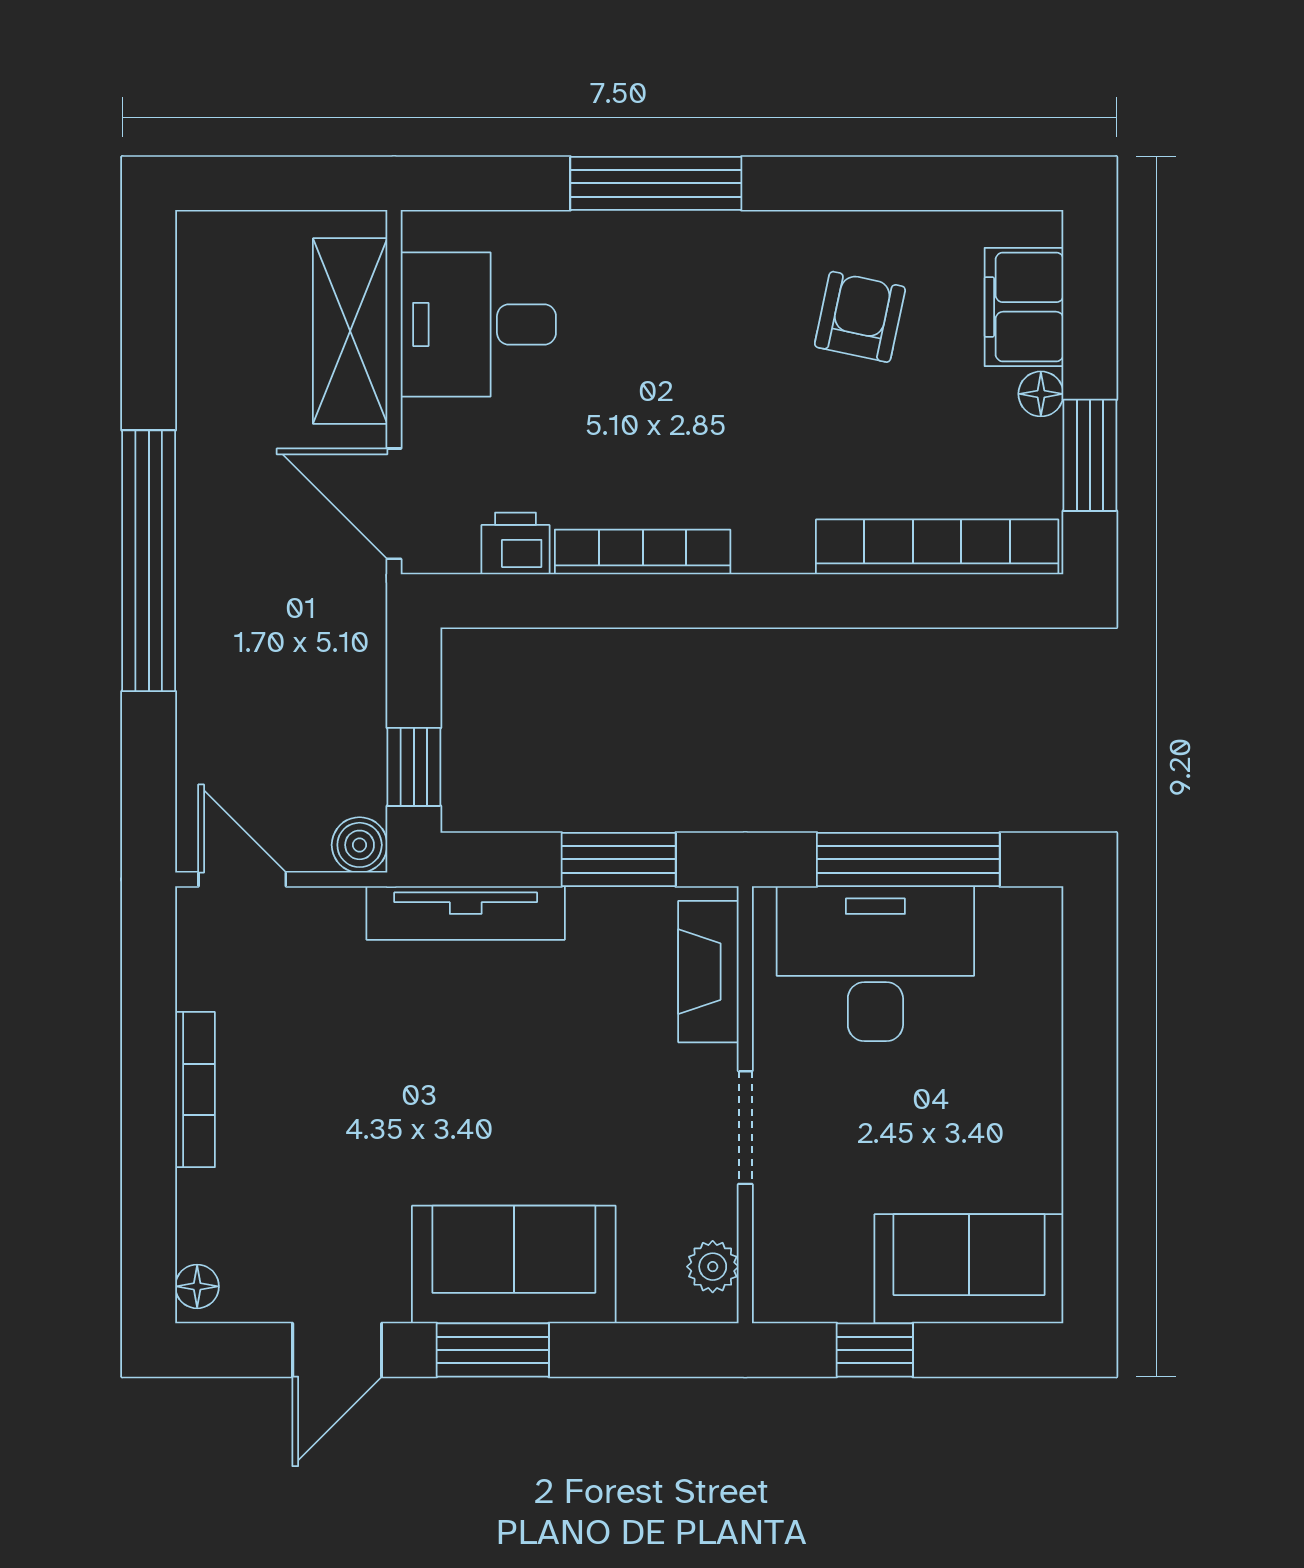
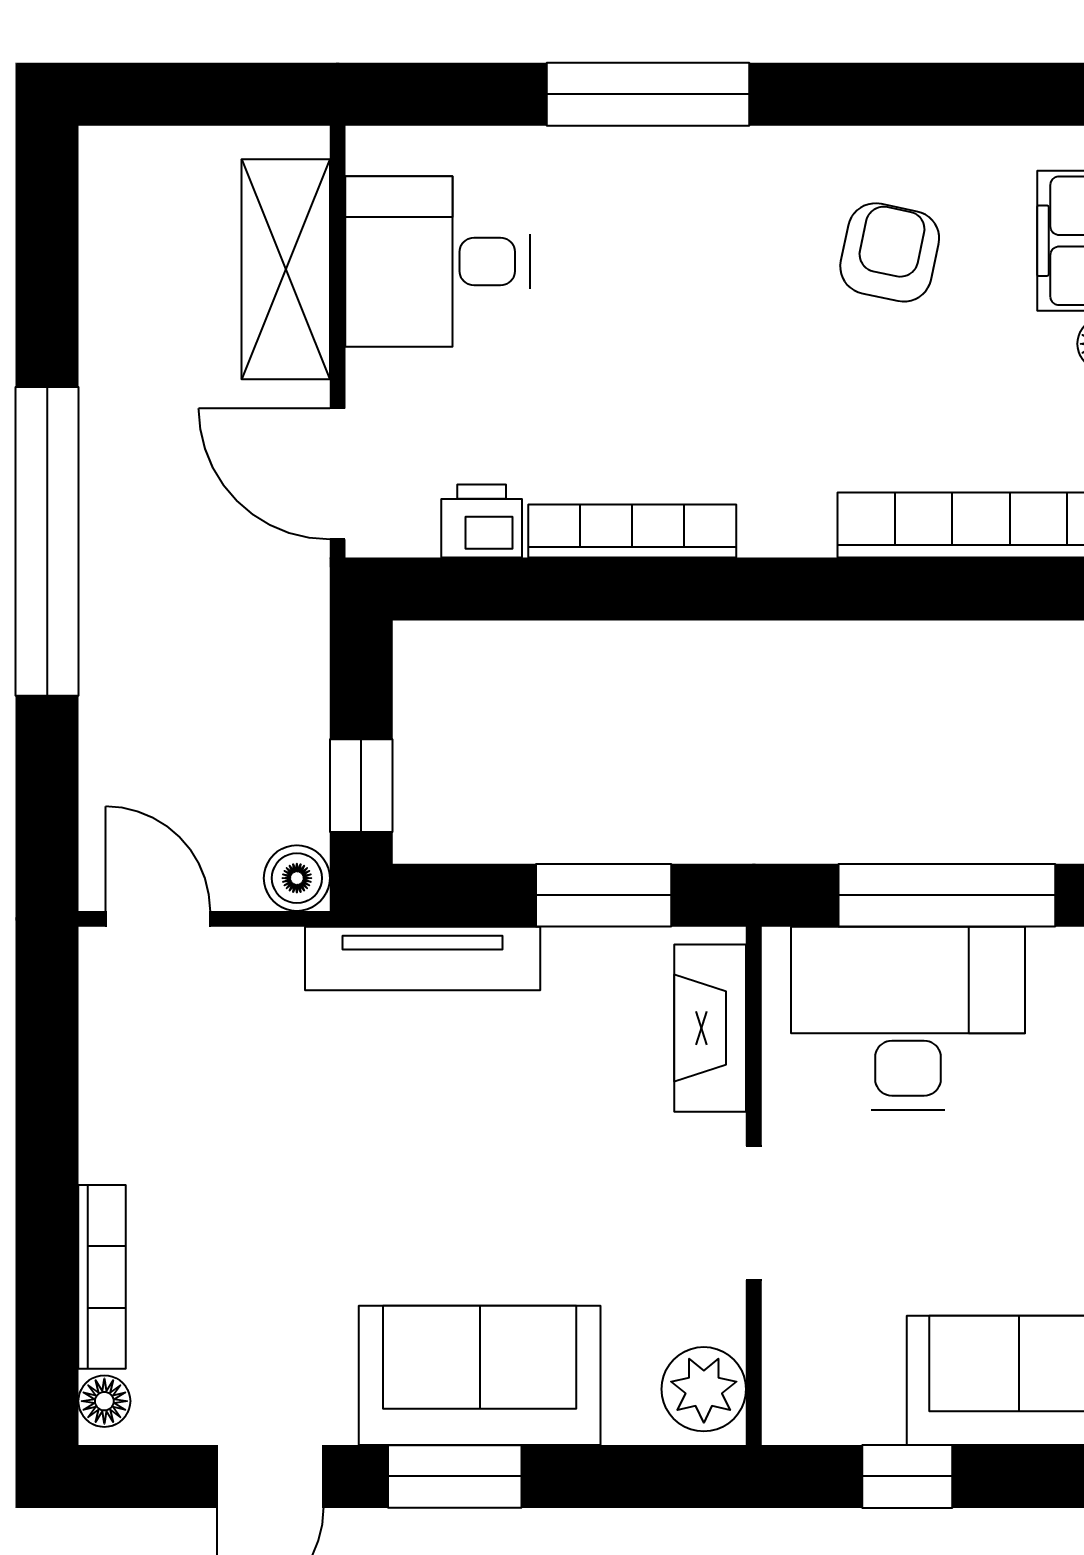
bookcase: (195, 1090) -> (102, 1277), moved
plant: (713, 1267) -> (704, 1389), width x1.38, depth x1.38

